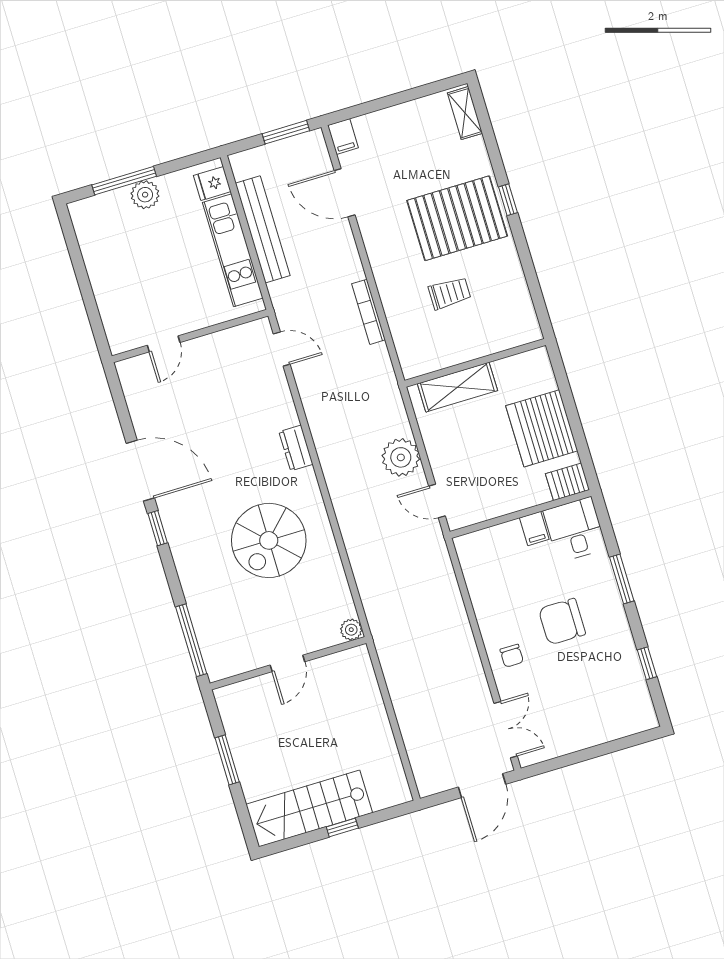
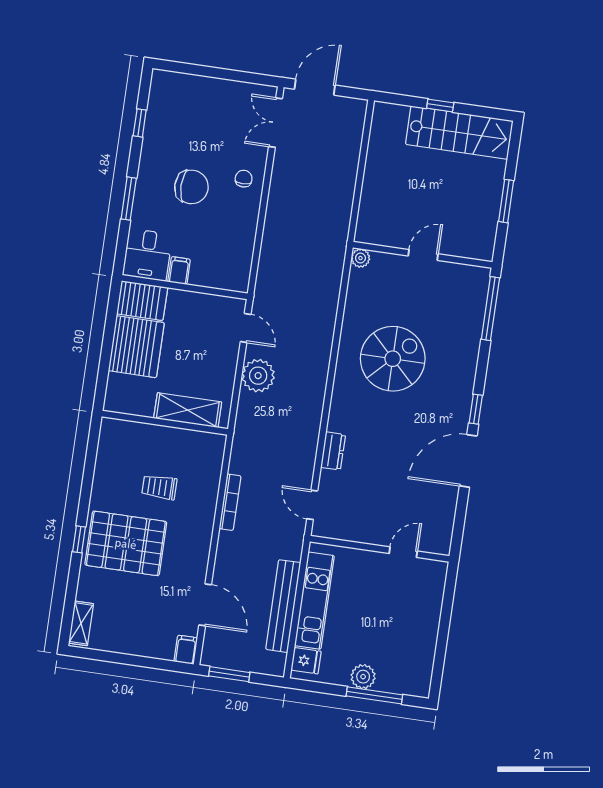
dresser: (296, 448) -> (333, 451), moved
door: (140, 471) -> (468, 461), hinge flipped
server rack: (567, 482) -> (142, 301), width x1.36, depth x1.44

